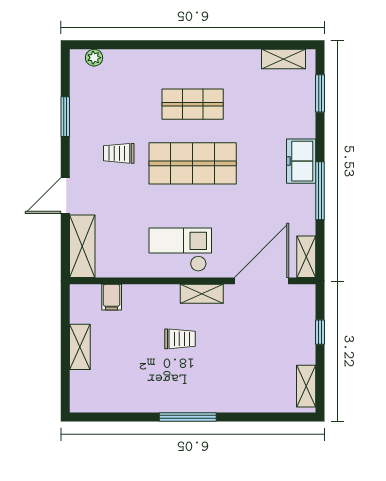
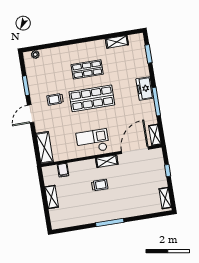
shelving: (284, 59) -> (117, 42), moved
door: (65, 195) -> (31, 114), moved

